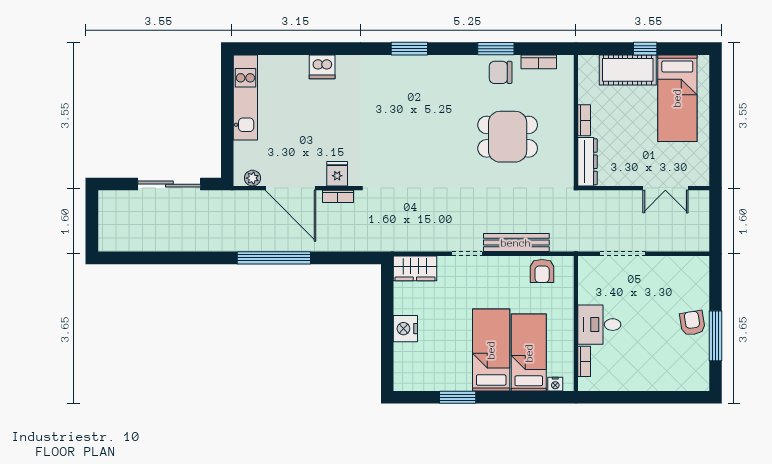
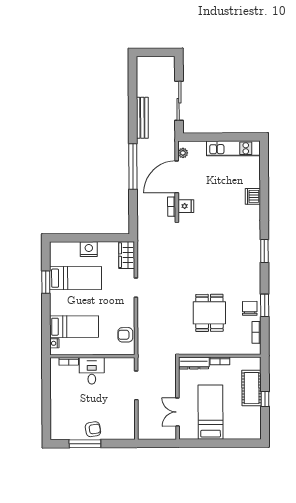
bed: (677, 98) -> (211, 412), moved, turned 90
bench: (516, 243) -> (142, 118), moved
bed: (491, 350) -> (76, 278), moved

